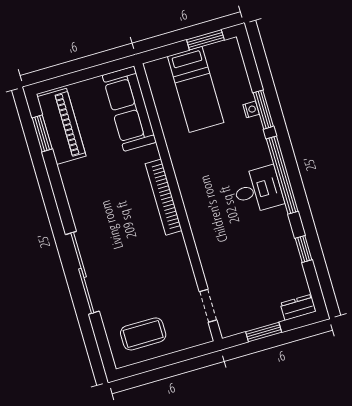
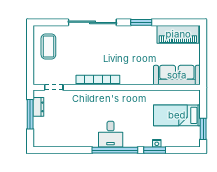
window: (42, 133) -> (141, 22), moved
bookcase: (164, 197) -> (98, 80), moved
window: (304, 249) -> (70, 150), removed
dresser: (298, 307) -> (38, 107), moved
window: (264, 332) -> (30, 114), width x1.44

